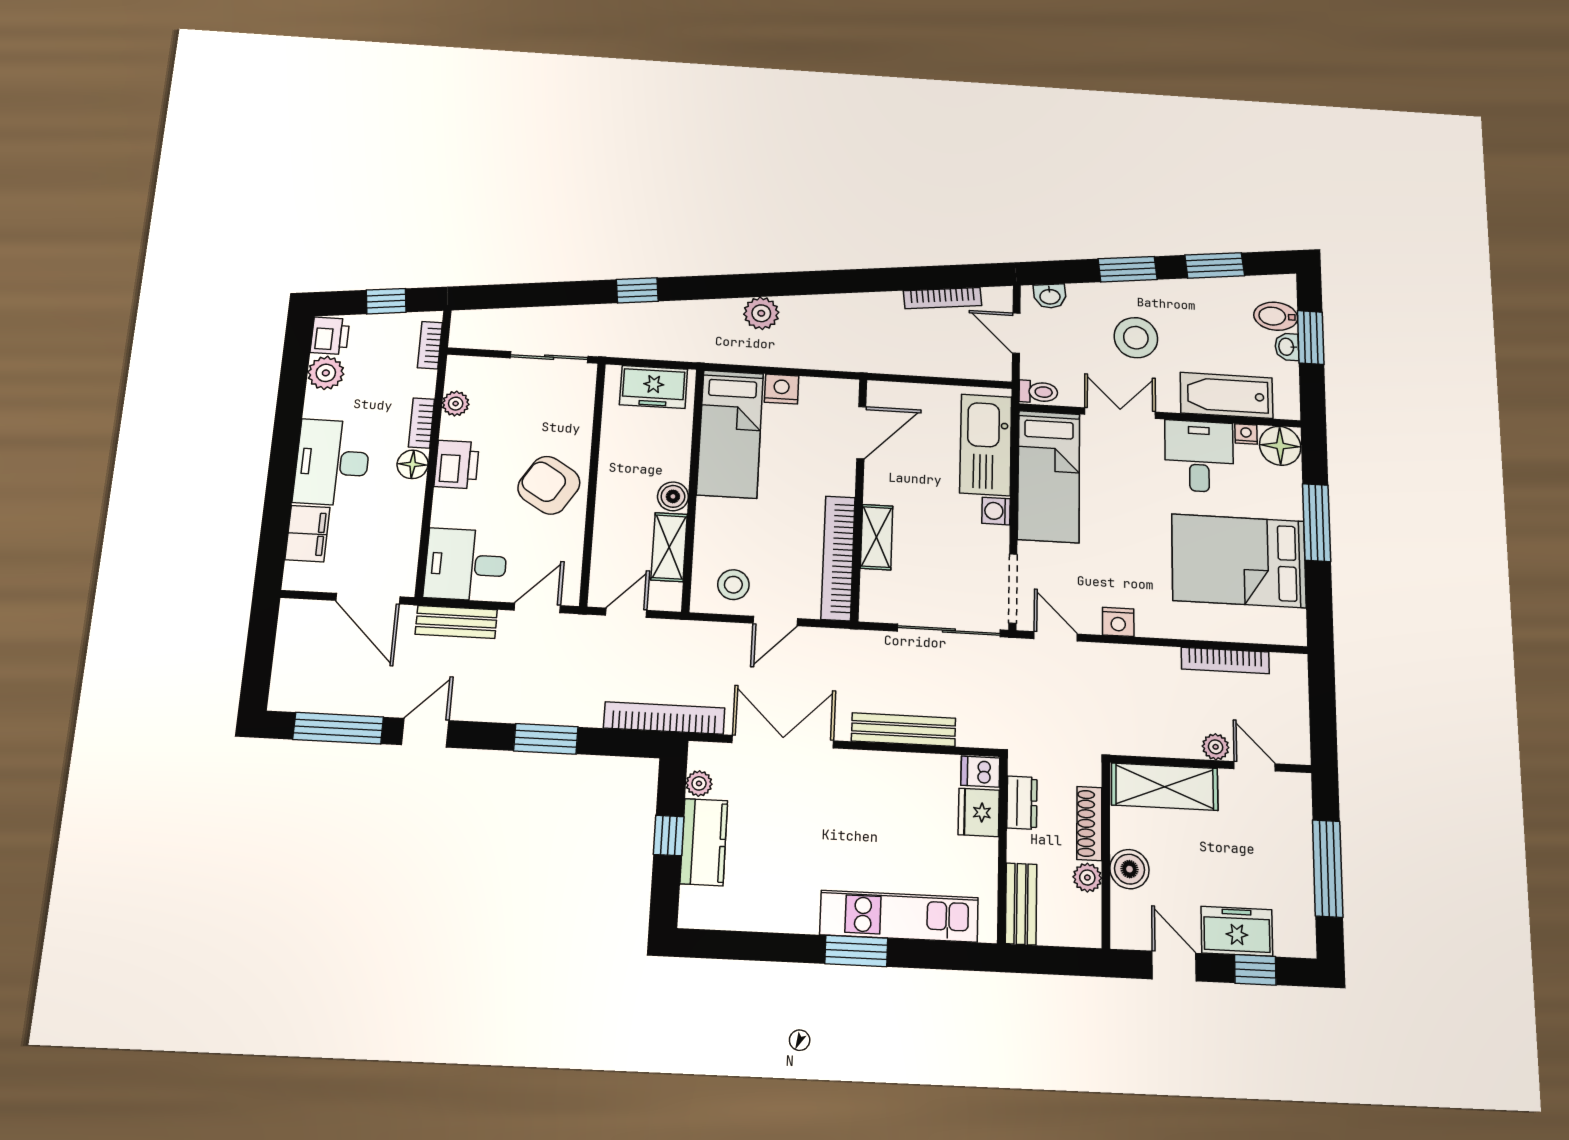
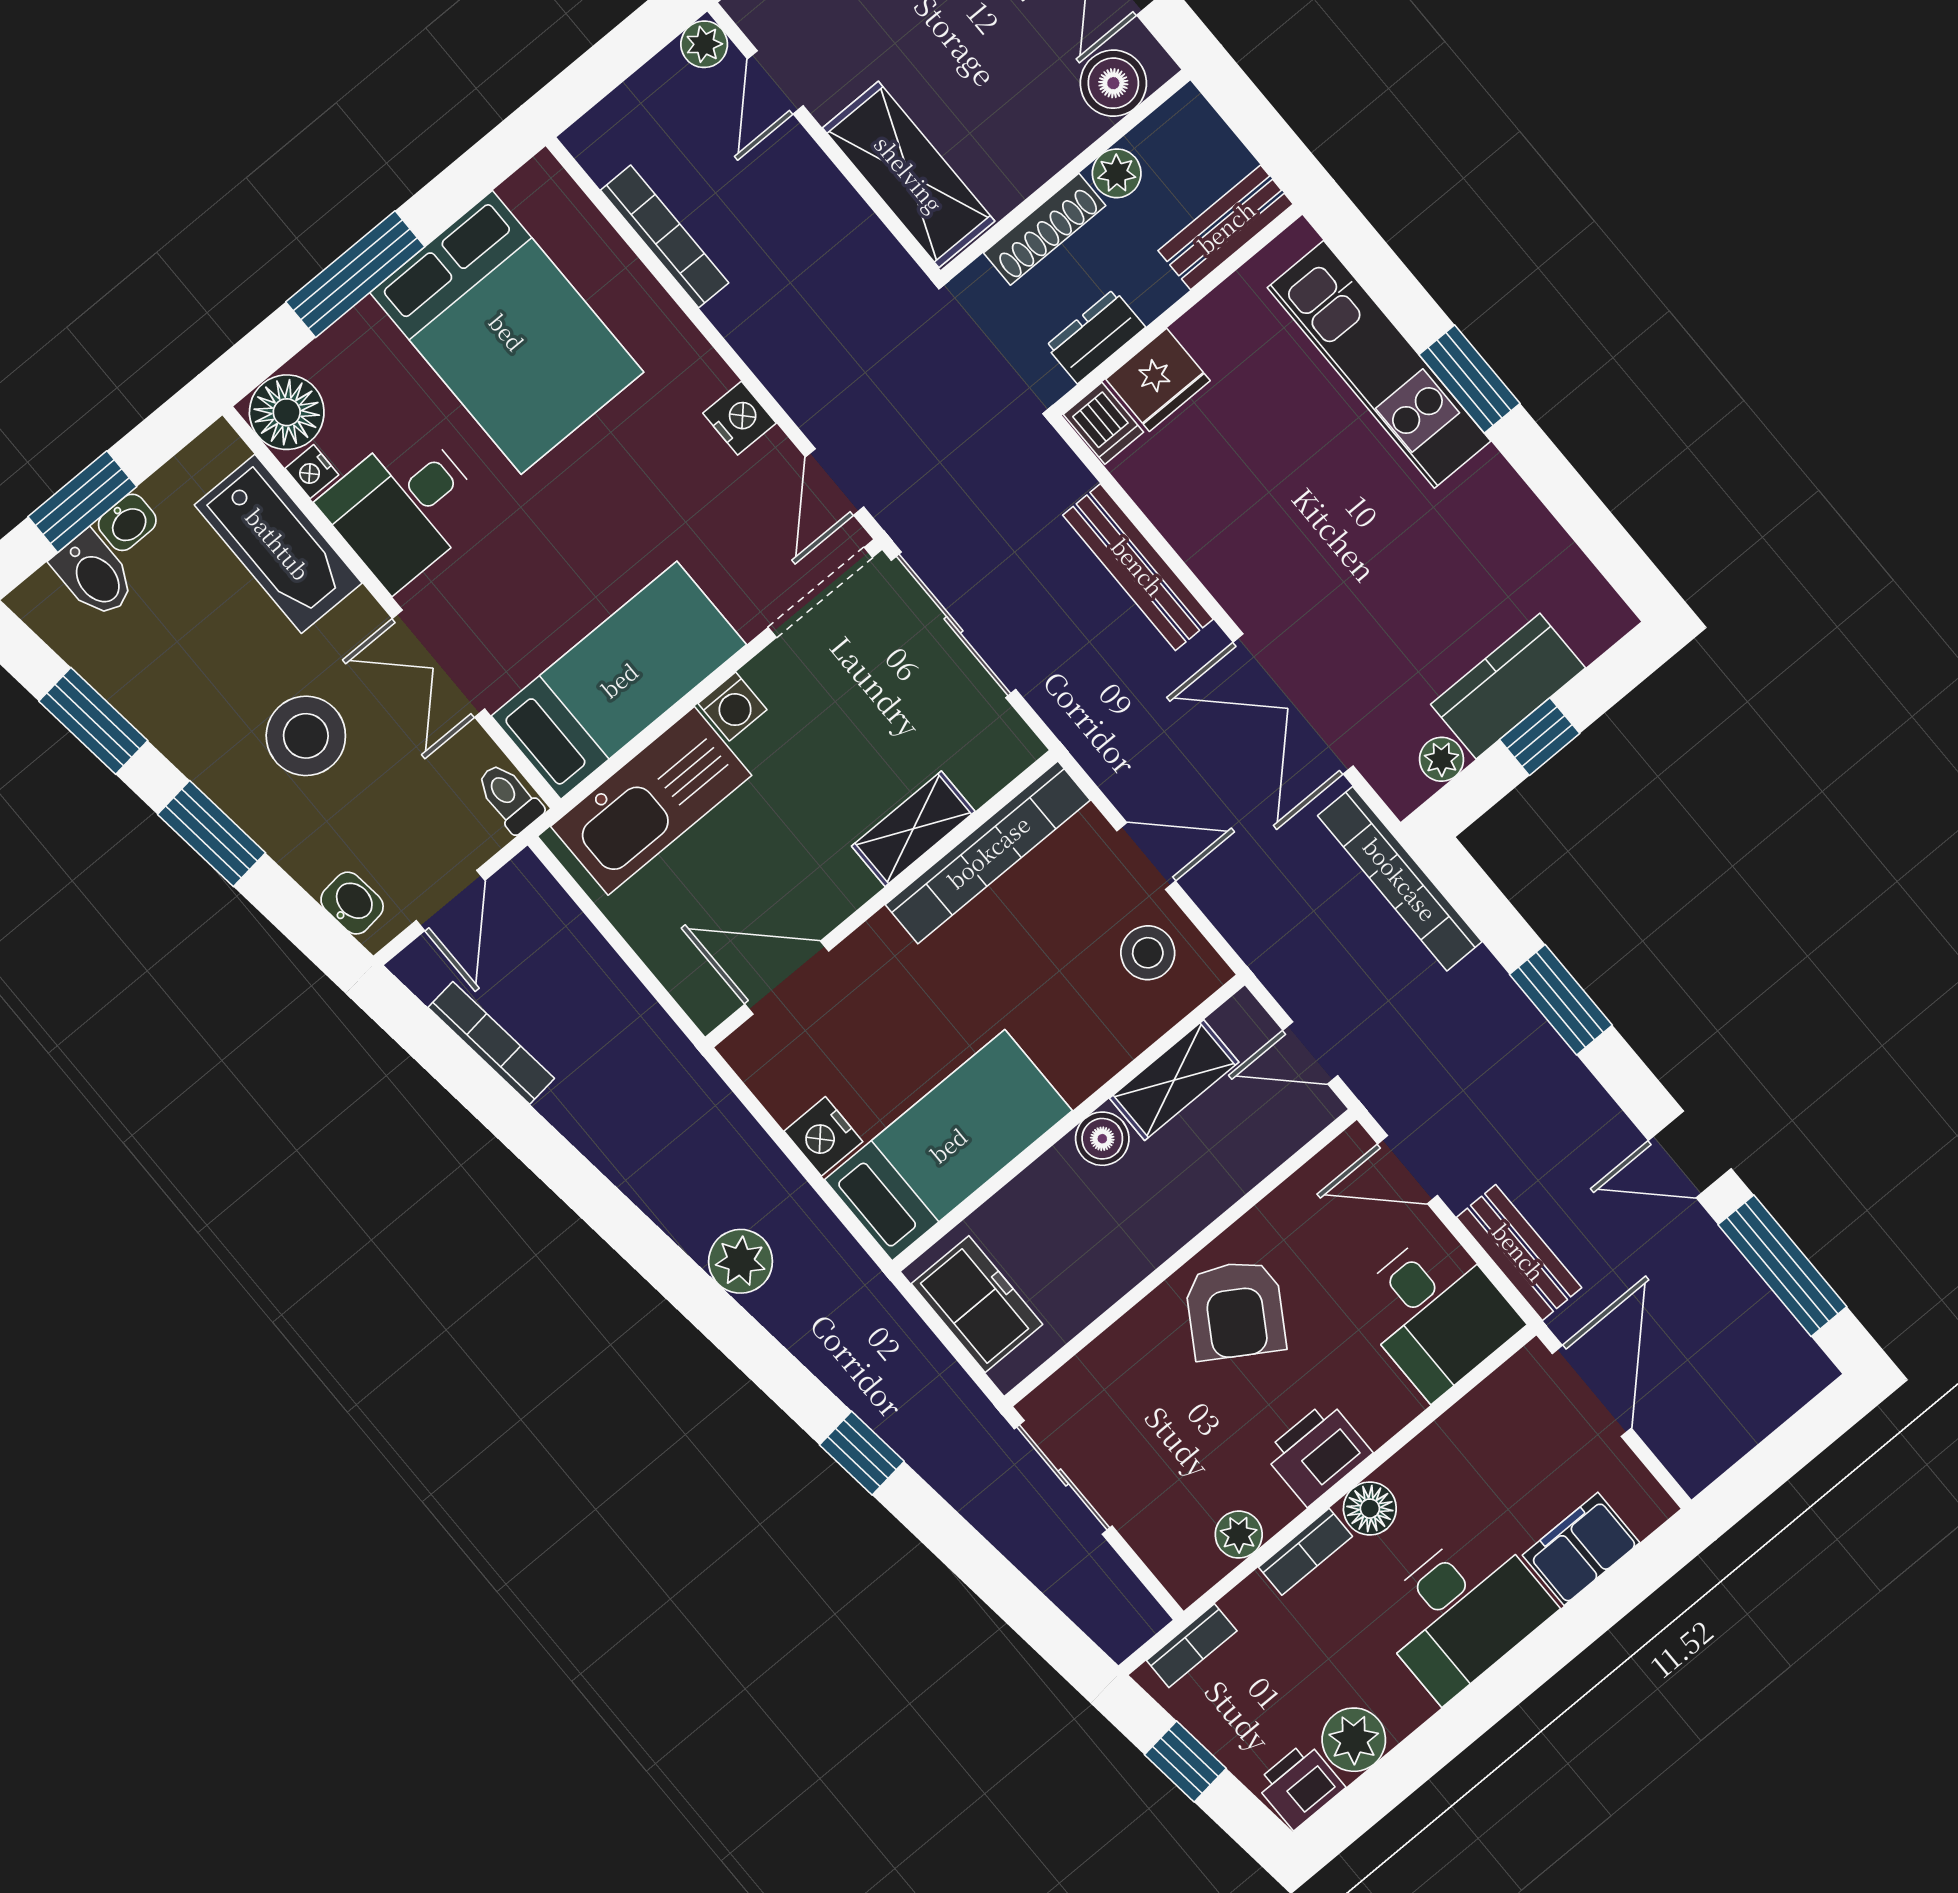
plant: (1216, 747) -> (704, 44), moved
boiler: (1129, 869) -> (1113, 83), moved

